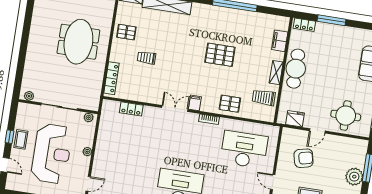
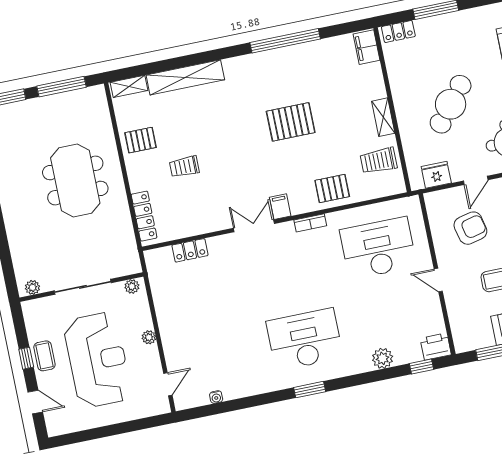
filing cabinet: (280, 41) -> (366, 47), moved
cafe table: (296, 69) -> (451, 104), moved, turned 39

